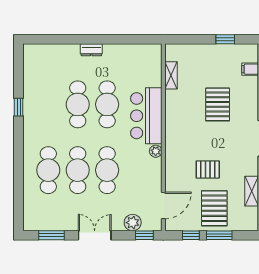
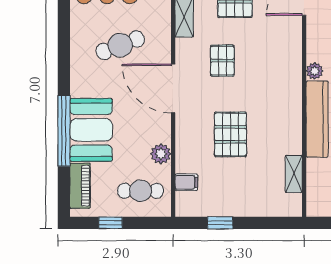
pallet: (208, 169) -> (222, 61), moved, turned 90

